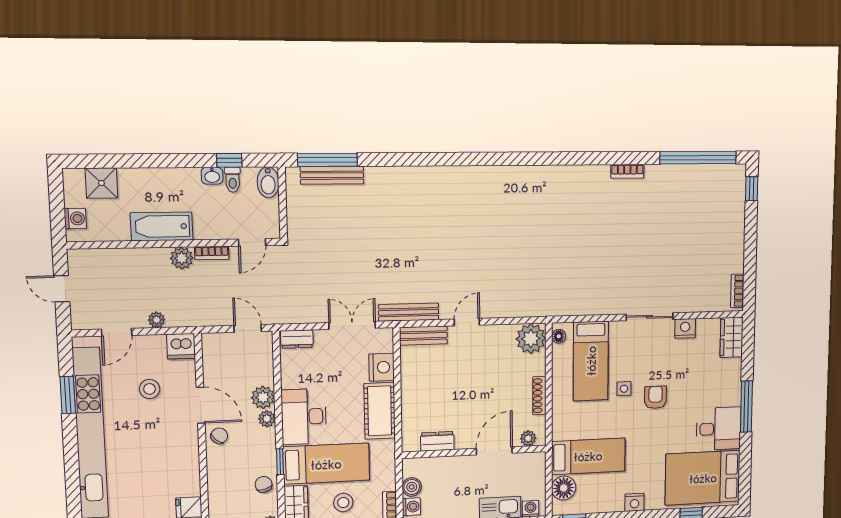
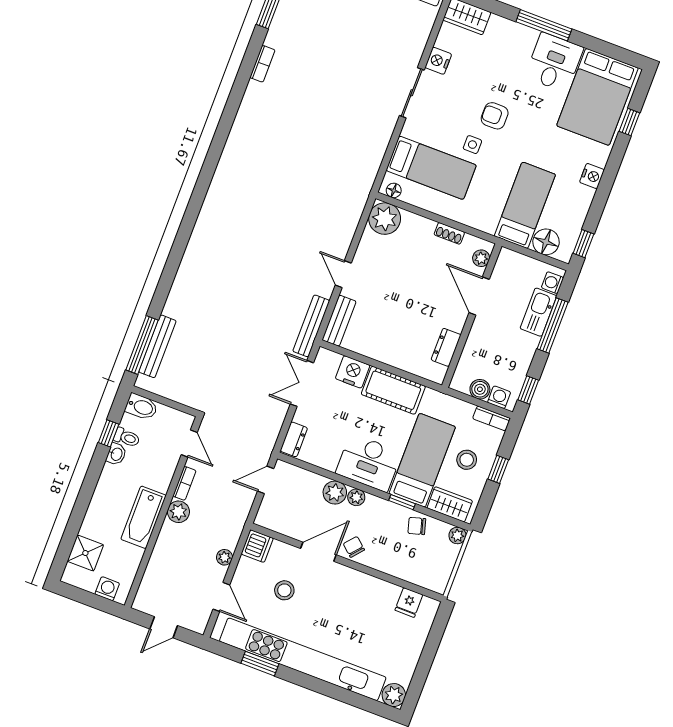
shoe rack: (539, 396) -> (449, 233), width x0.70

